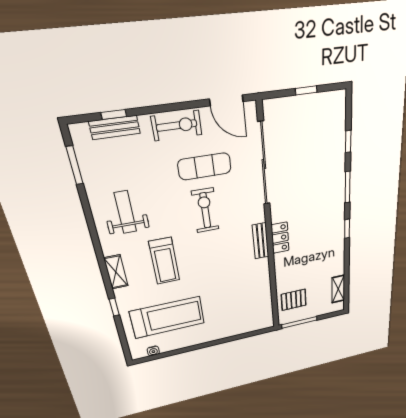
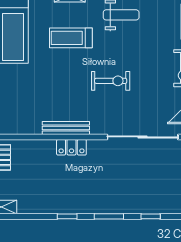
exercise mat: (205, 166) -> (148, 86), removed
bench: (261, 241) -> (66, 128), width x1.36

